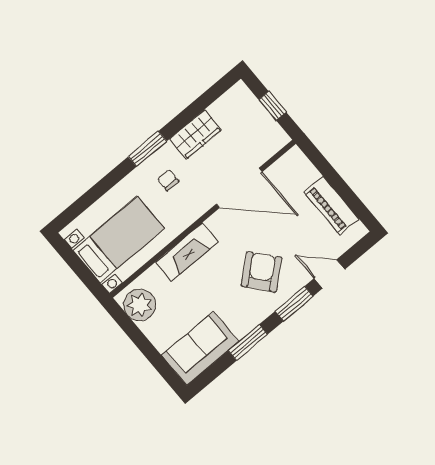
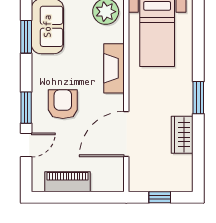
chair: (168, 180) -> (168, 94), removed
armchair: (262, 272) -> (63, 104), turned -140
window: (248, 342) -> (26, 37), moved

